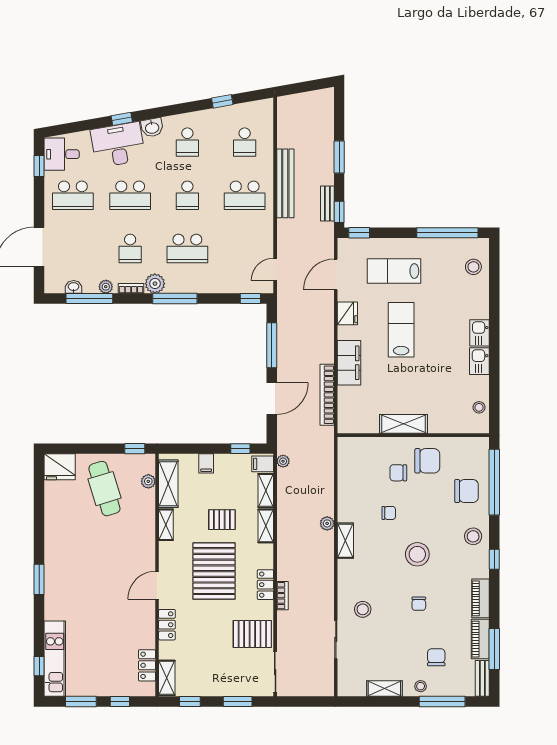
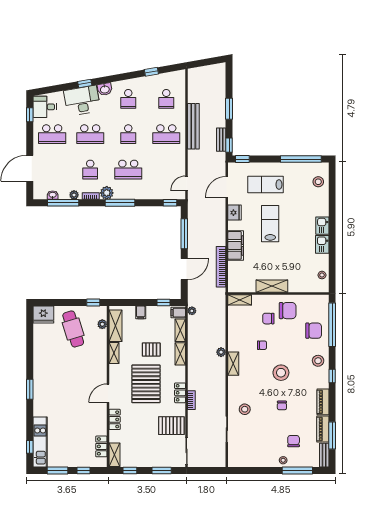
shelving: (384, 689) -> (240, 300), moved

